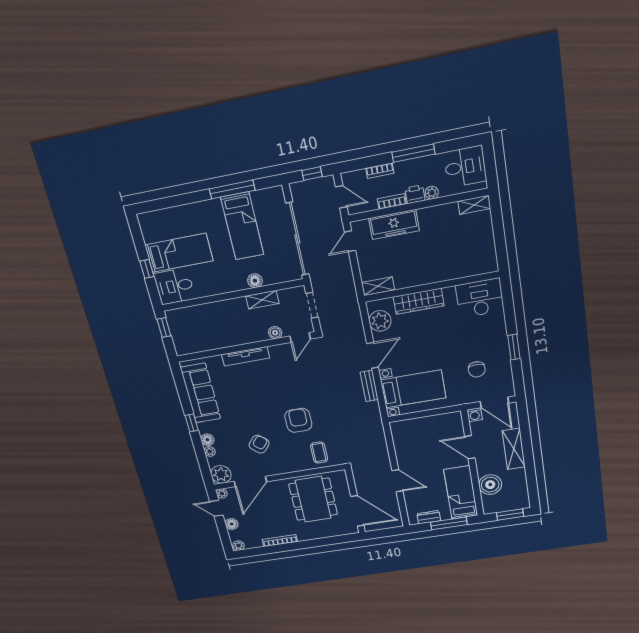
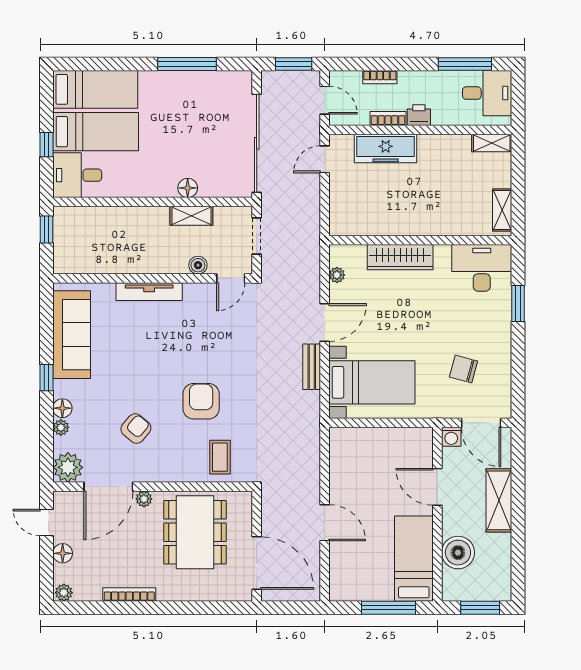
window: (413, 153) -> (465, 64), moved
window: (312, 173) -> (294, 64), width x1.50
plant: (432, 193) -> (440, 117), removed
bed: (242, 226) -> (95, 89), moved, turned -90
shelving: (378, 286) -> (502, 210), moved, turned 90
plant: (380, 321) -> (337, 275), width x0.53, depth x0.53
window: (514, 347) -> (518, 303), moved
chair: (477, 369) -> (464, 369), turned 105
plant: (222, 493) -> (144, 499), moved
dresser: (429, 517) -> (360, 592), removed

